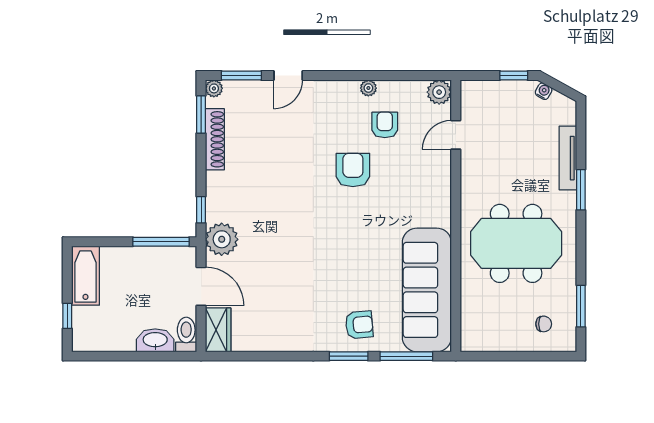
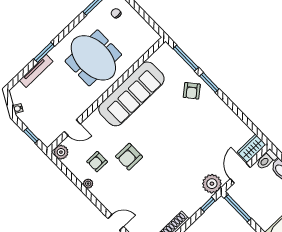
window: (514, 76) -> (31, 135), moved
sofa: (427, 290) -> (131, 94), moved
armchair: (359, 325) -> (192, 91), turned -124

